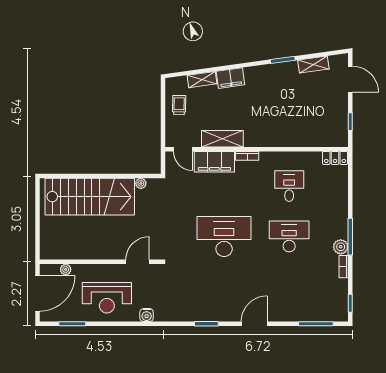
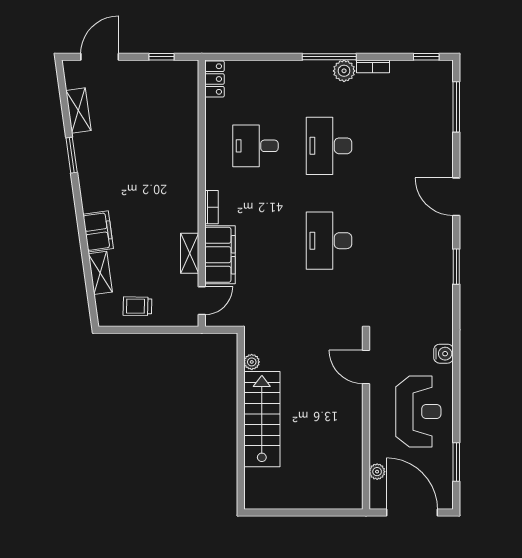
shelving: (222, 139) -> (190, 253), width x0.67, depth x0.75
stairs: (90, 197) -> (262, 419), width x0.73, depth x0.66
desk: (224, 236) -> (329, 241), width x0.73, depth x0.77

